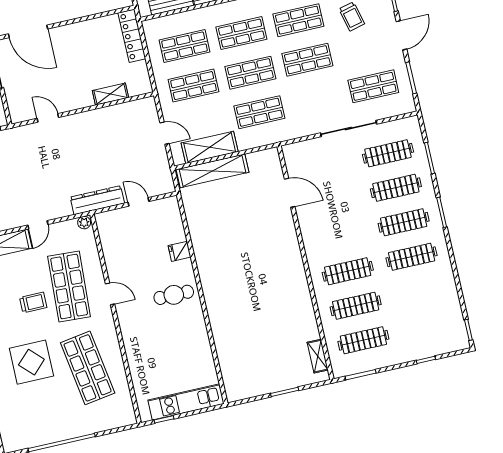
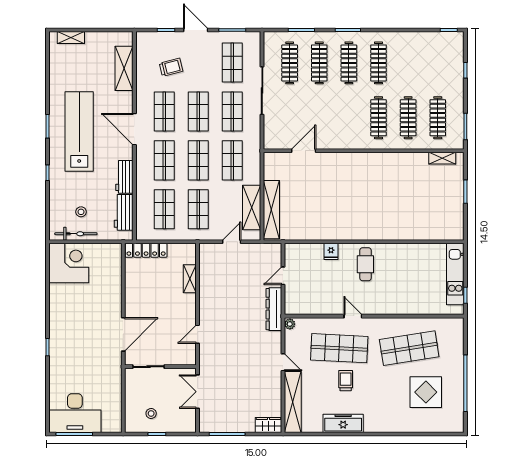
shop shelf: (316, 99) -> (232, 111), added
door: (110, 294) -> (353, 316), hinge flipped
display table: (31, 362) -> (426, 392), moved

